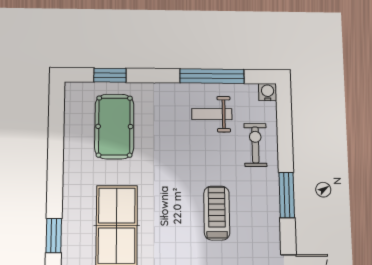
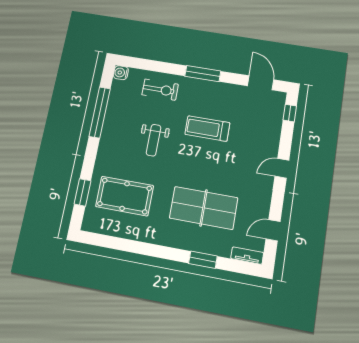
weight bench: (212, 114) -> (154, 140), moved
exercise bike: (255, 145) -> (160, 90), turned 180

